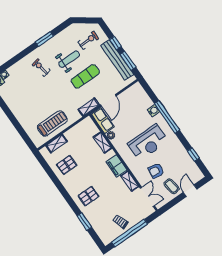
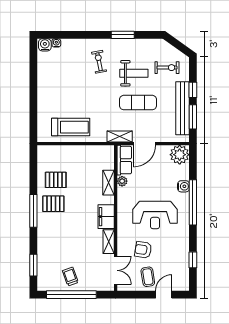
plant: (136, 92) -> (180, 155), added
shelving: (57, 144) -> (61, 151), removed
window: (66, 195) -> (33, 211), added
pallet: (88, 196) -> (53, 204), moved
window: (84, 222) -> (33, 265), moved

